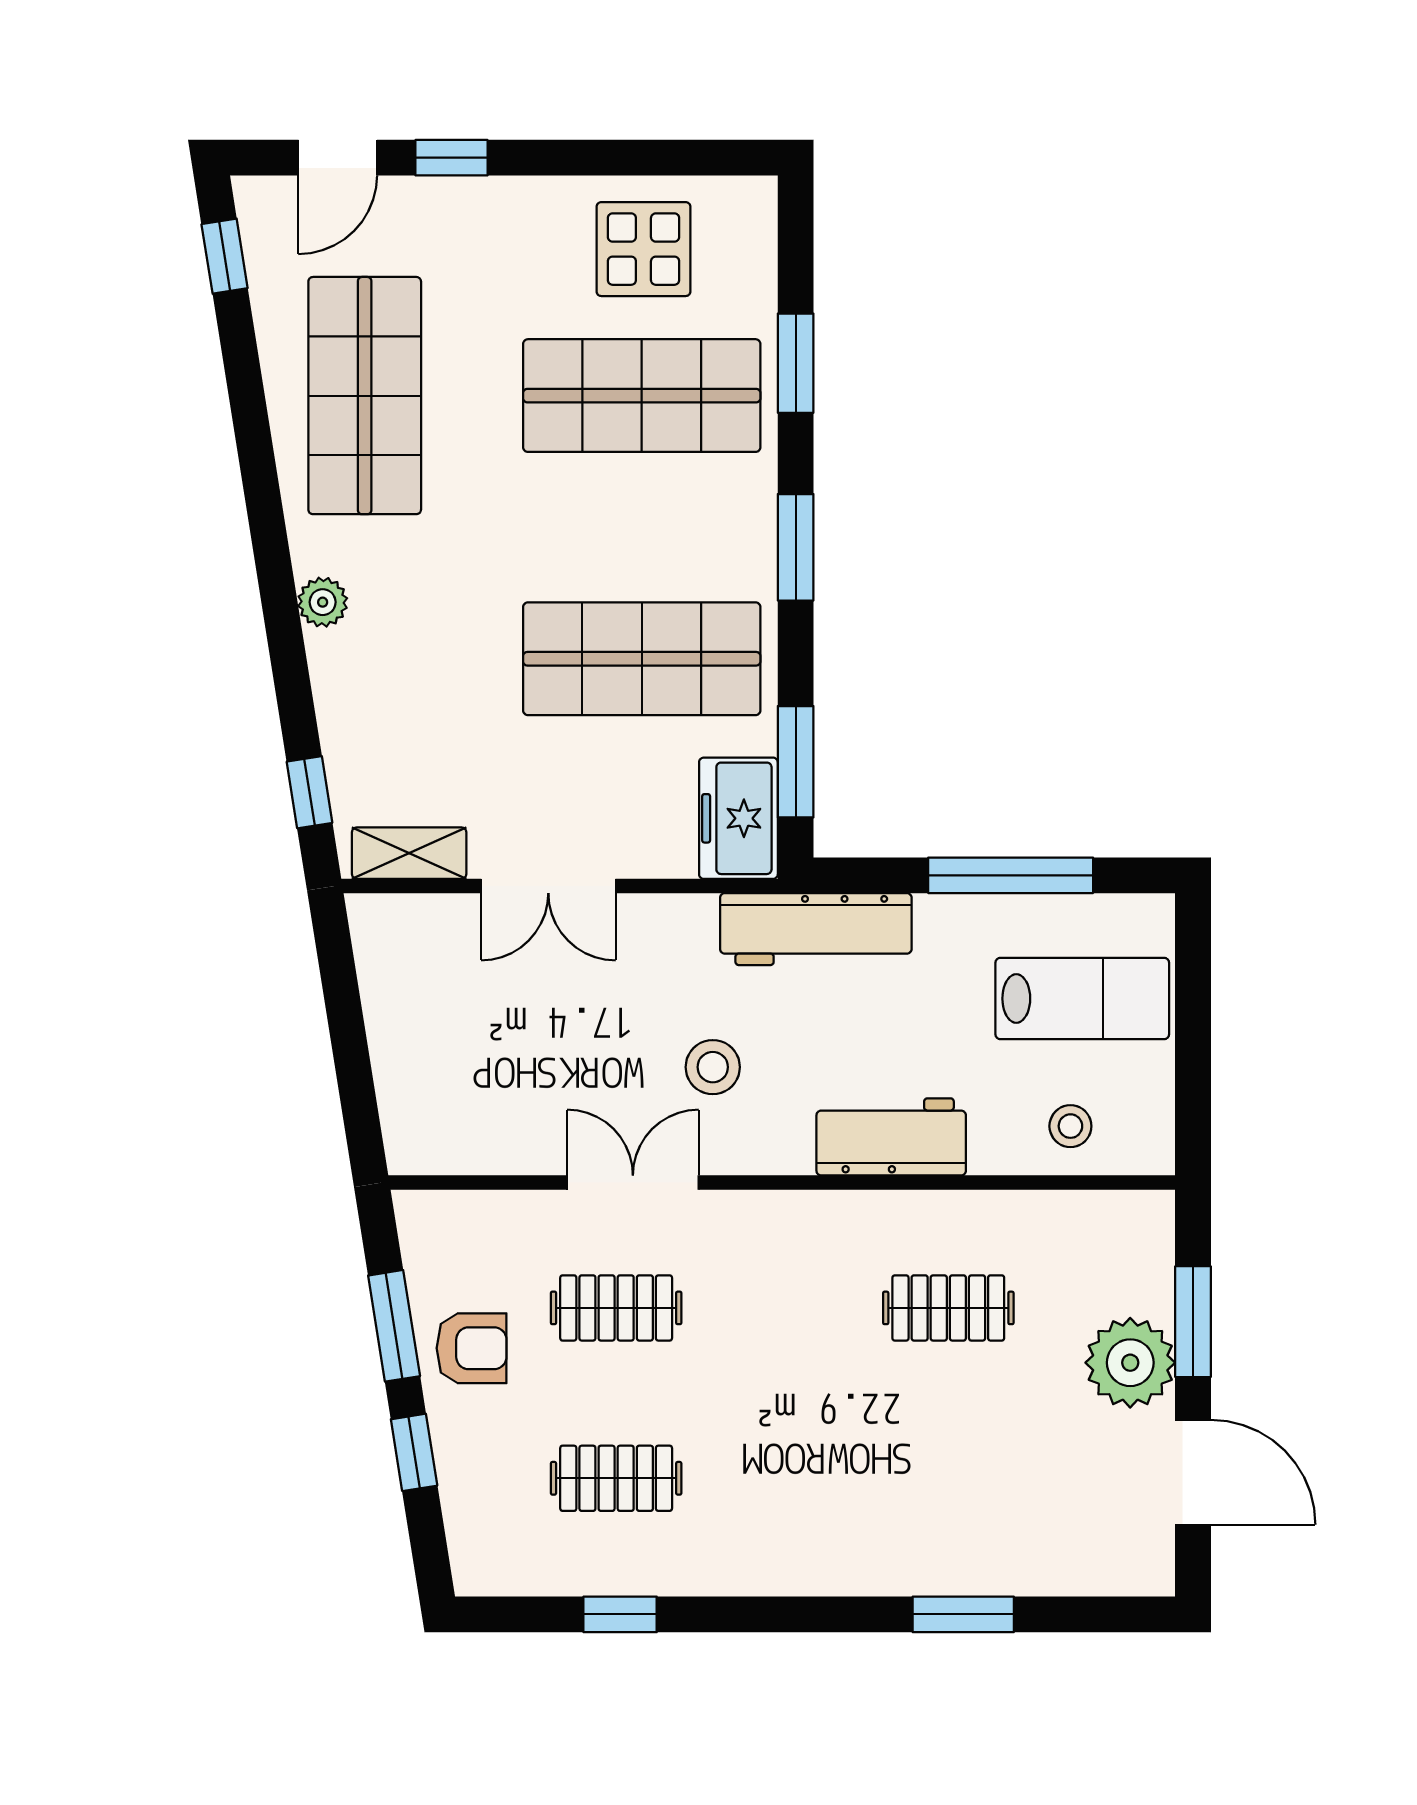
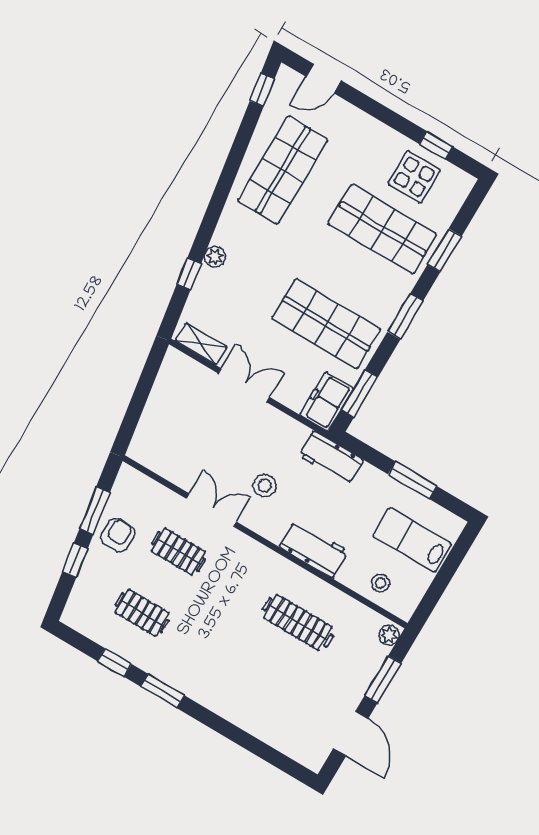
window: (452, 158) -> (436, 145), moved
plant: (323, 602) -> (215, 257), moved
window: (309, 792) -> (189, 274), moved
window: (1011, 875) -> (413, 480), width x0.69
double door: (548, 886) -> (244, 385), swing flipped
workbench: (816, 929) -> (331, 458), width x0.73
lab bench: (1082, 999) -> (412, 540), turned 180
clothes rail: (948, 1308) -> (298, 622), width x1.36
armchair: (472, 1348) -> (118, 535), turned -90
plant: (1130, 1363) -> (389, 635), moved, width x0.53, depth x0.53
window: (963, 1614) -> (163, 691), moved

